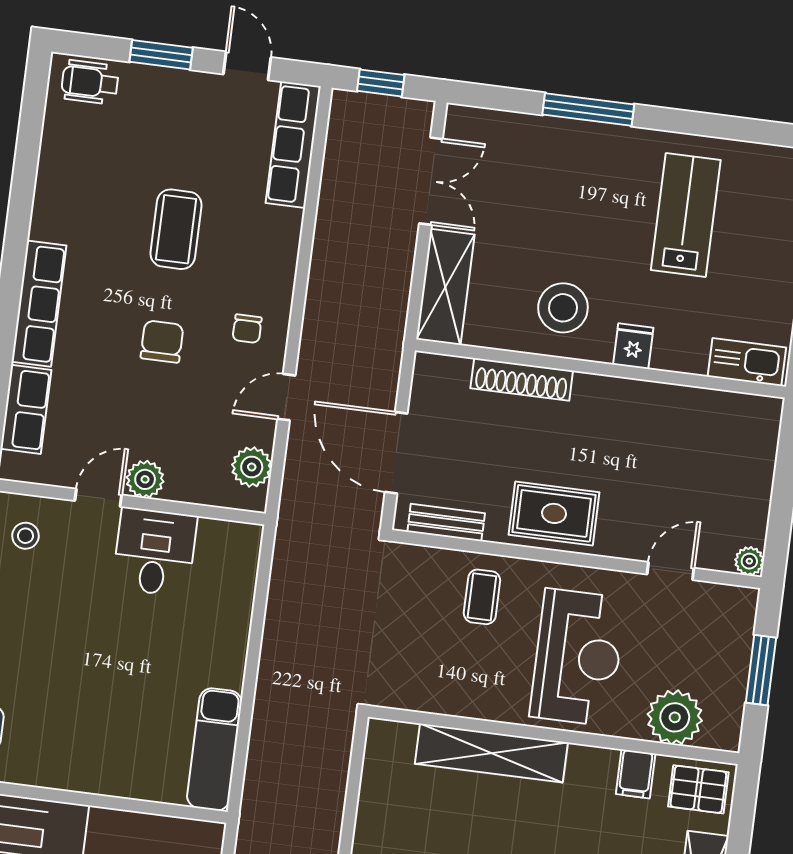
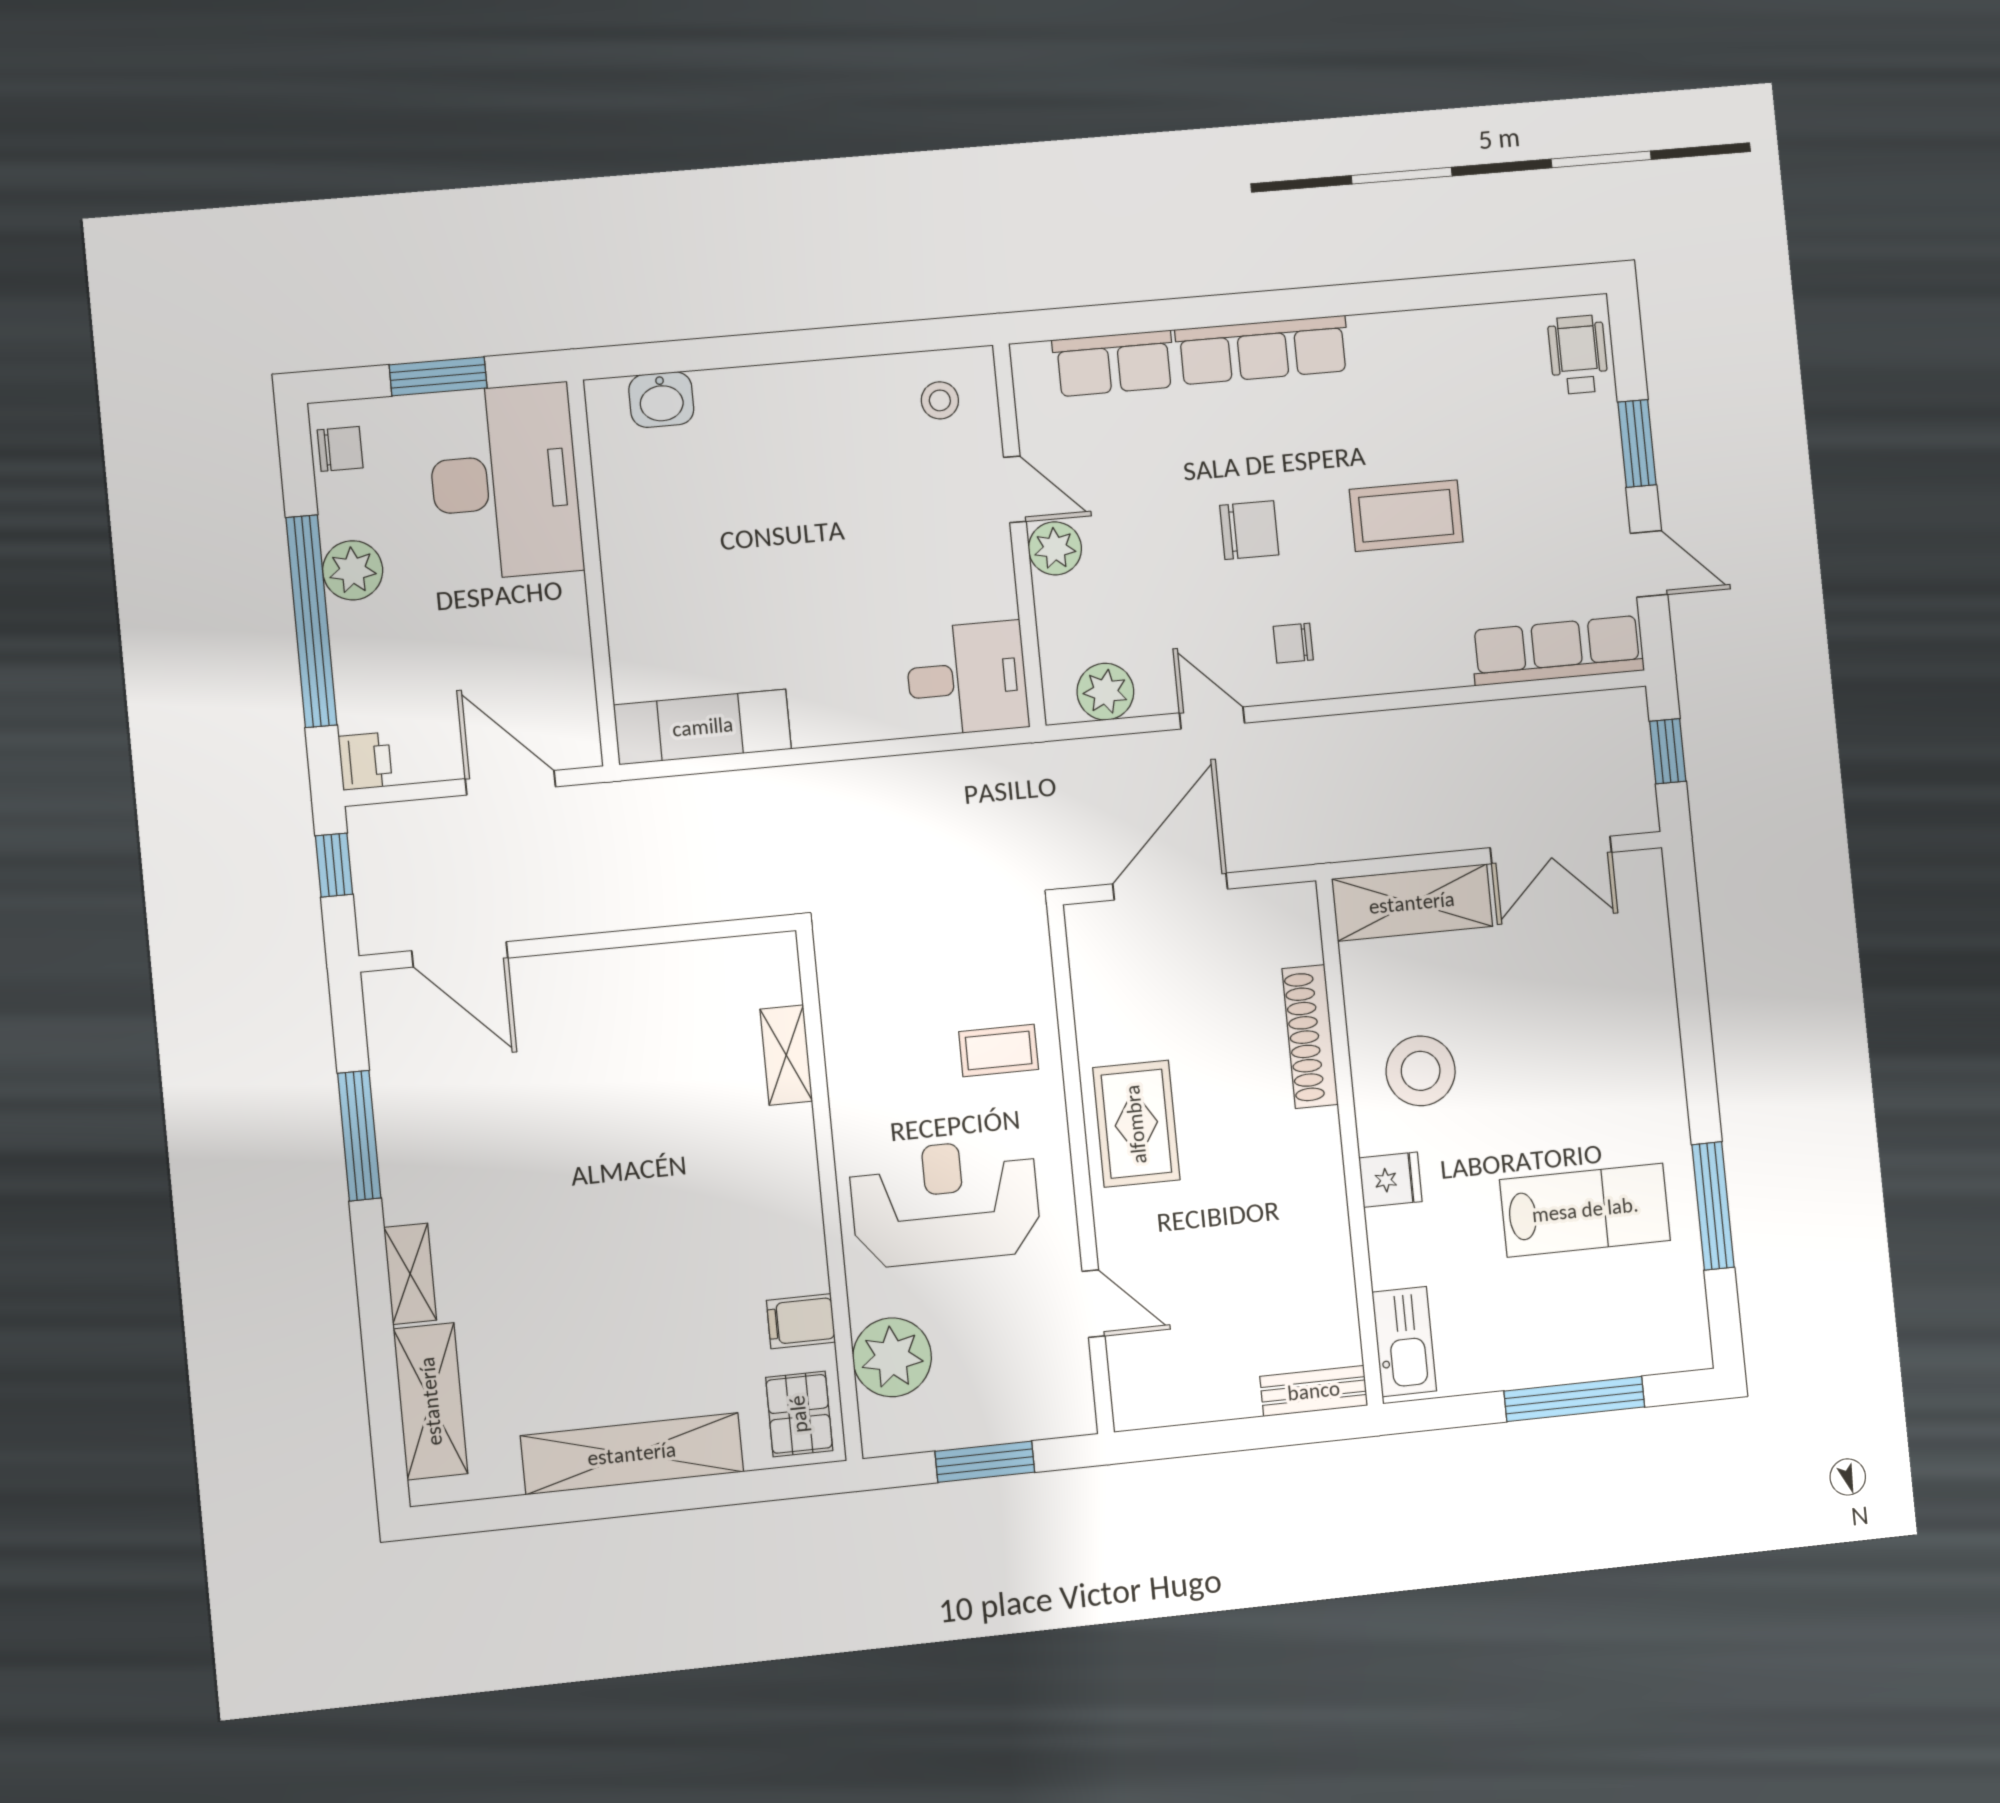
door: (247, 66) -> (1649, 564), hinge flipped
window: (588, 110) -> (1713, 1206), moved
bench: (446, 523) -> (1314, 1391), moved, turned 90
desk: (155, 552) -> (967, 679), moved
plant: (749, 561) -> (1132, 1410), removed
reception desk: (578, 657) -> (945, 1203), turned 180
shelving: (491, 753) -> (786, 1055), width x0.45, depth x0.75

